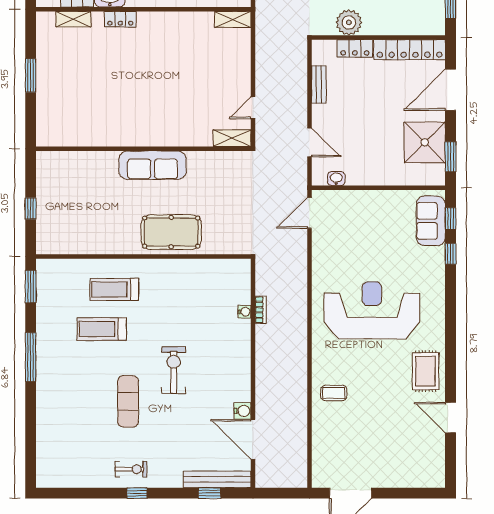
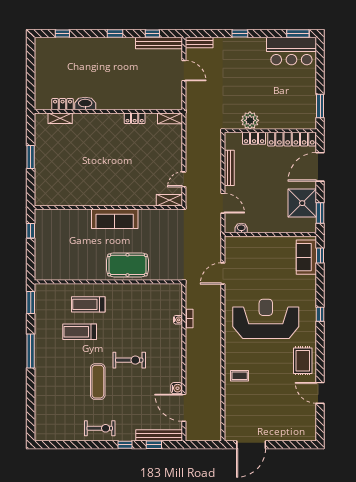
locker: (120, 19) -> (135, 118), moved
bench: (319, 84) -> (229, 168), width x1.36
window: (31, 209) -> (31, 231), moved
door: (310, 213) -> (223, 273), moved
window: (451, 254) -> (320, 314), moved
exercise bike: (174, 370) -> (129, 360), turned 90
exercise bike: (131, 469) -> (100, 428), width x1.38, depth x1.39
window: (137, 493) -> (125, 445), moved

